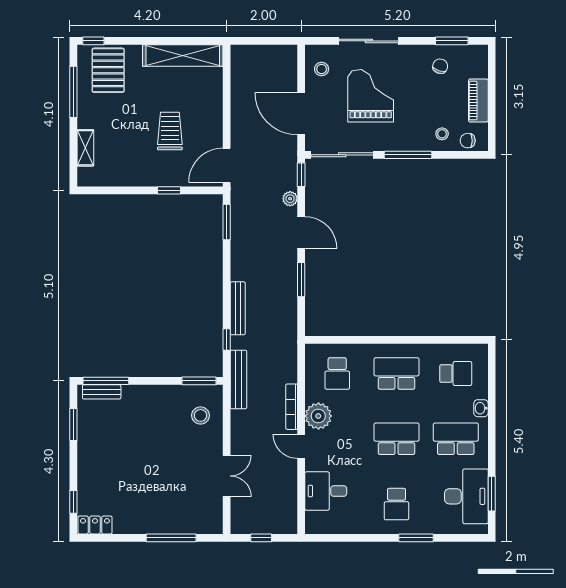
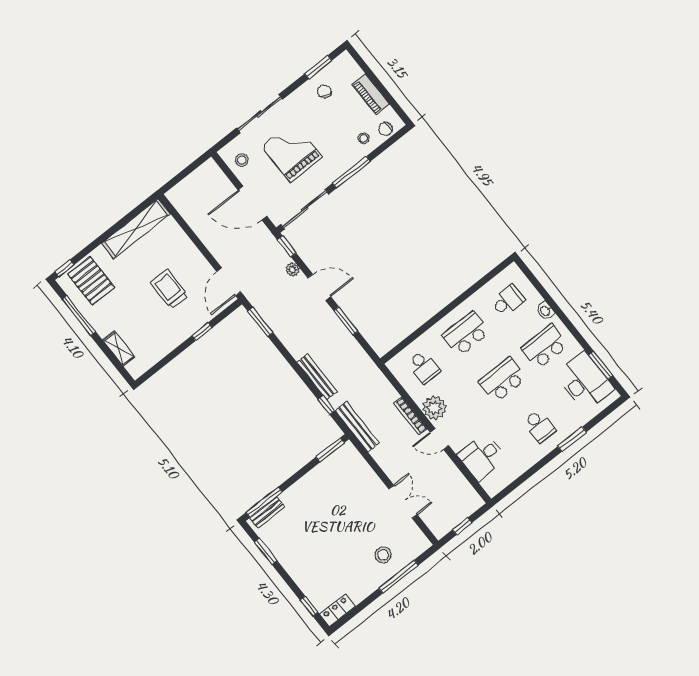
stool: (201, 415) -> (383, 555), moved

